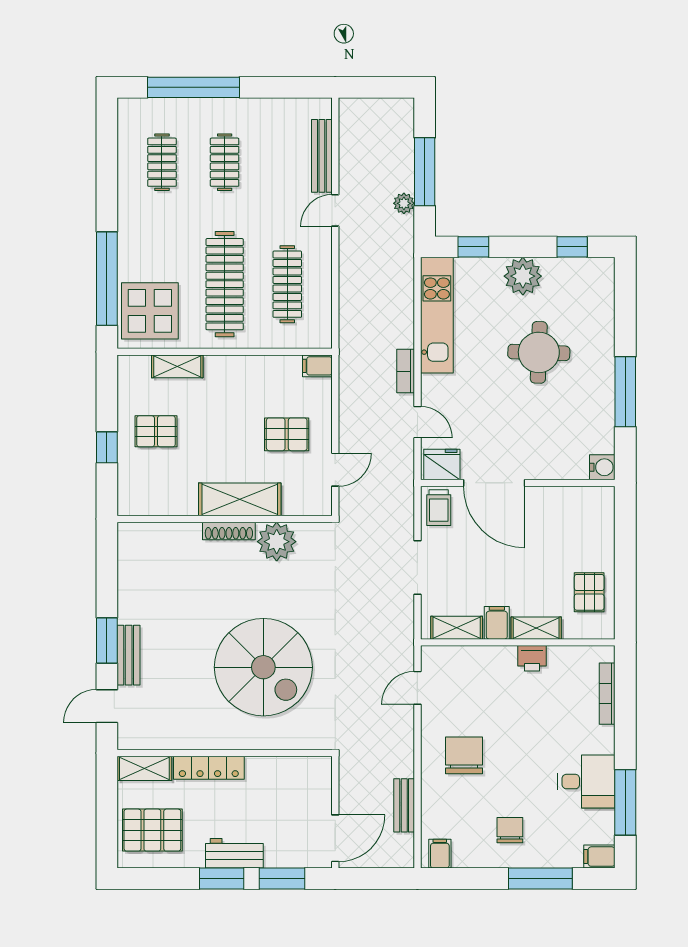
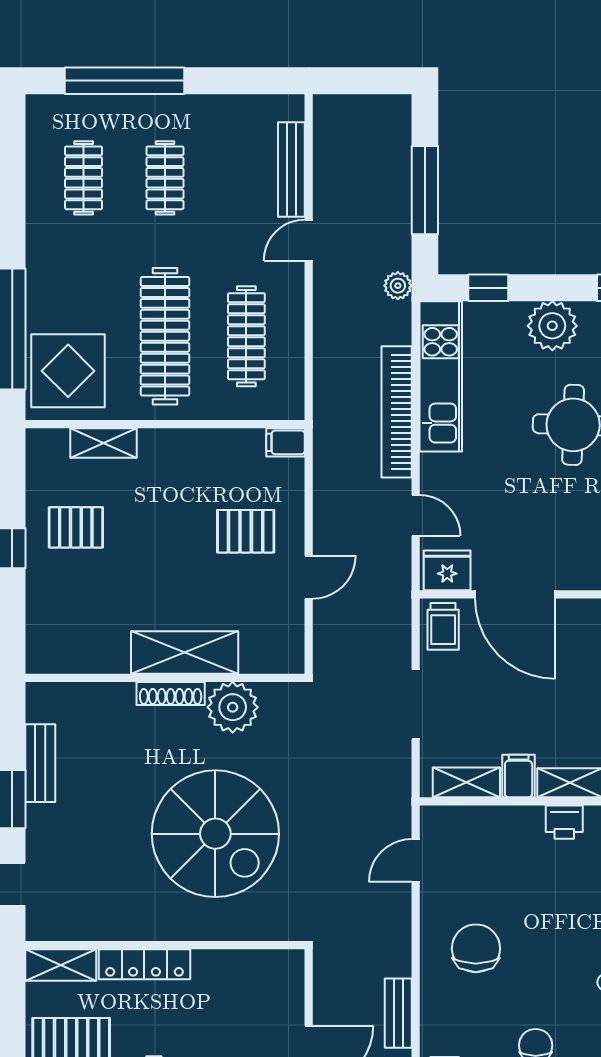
plant: (404, 203) -> (398, 286), moved
bookcase: (406, 371) -> (397, 412), width x2.31, depth x1.31
shelving: (240, 499) -> (185, 653), moved
wall: (225, 519) -> (165, 678), moved
shoe rack: (229, 531) -> (171, 693), moved
plant: (277, 542) -> (233, 707), moved
bench: (129, 655) -> (40, 763), moved

